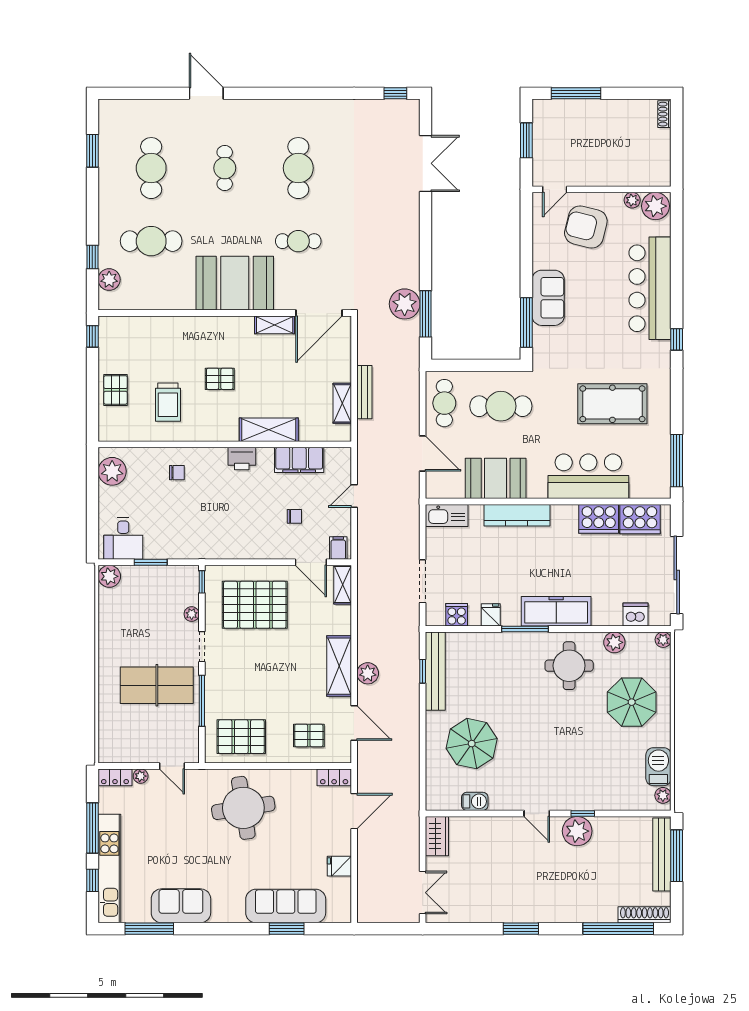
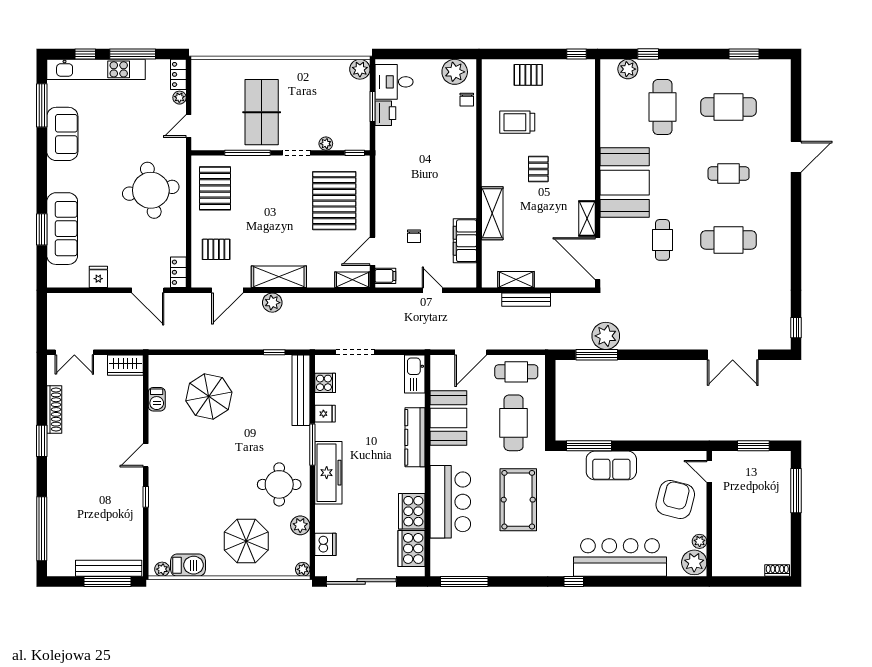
pool table: (612, 404) -> (518, 500), moved
printer: (242, 459) -> (385, 113), moved, turned 180
chair: (177, 473) -> (467, 100), moved
bench: (435, 671) -> (301, 390), moved, turned 90
pallet: (309, 735) -> (216, 249), turned 90
plant: (577, 831) -> (130, 492), removed
shoe rack: (645, 915) -> (54, 410), moved

